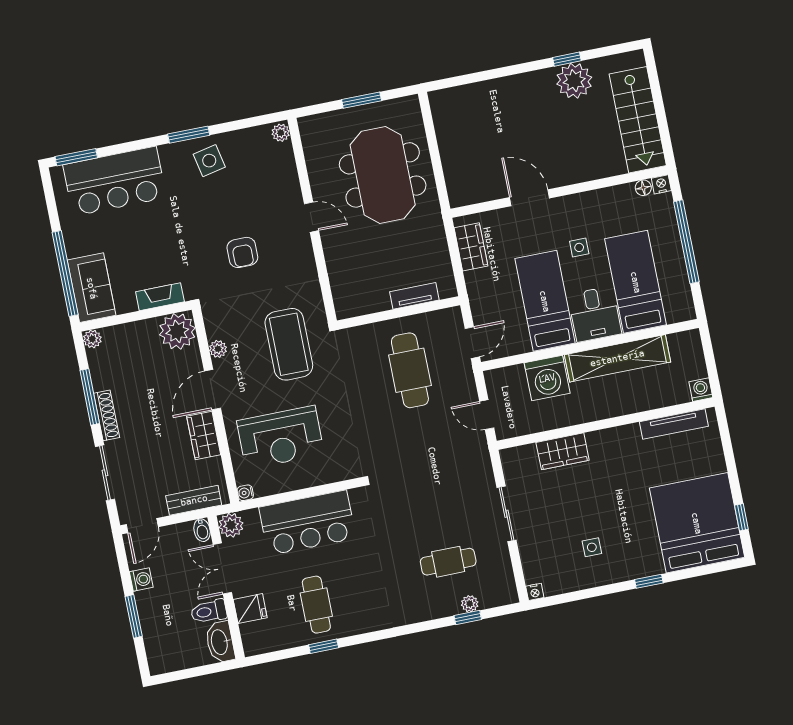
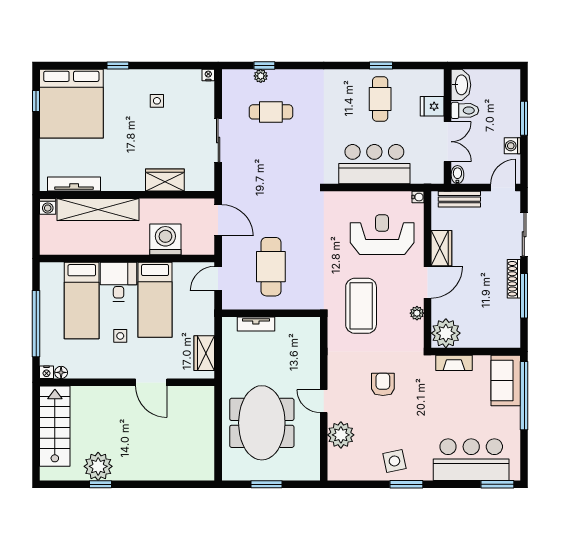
plant: (281, 133) -> (341, 435), moved, width x1.88, depth x1.88
plant: (92, 339) -> (513, 340), removed
shelving: (617, 358) -> (98, 210), moved
door: (487, 415) -> (218, 220), width x1.38
plant: (231, 525) -> (434, 174), removed

